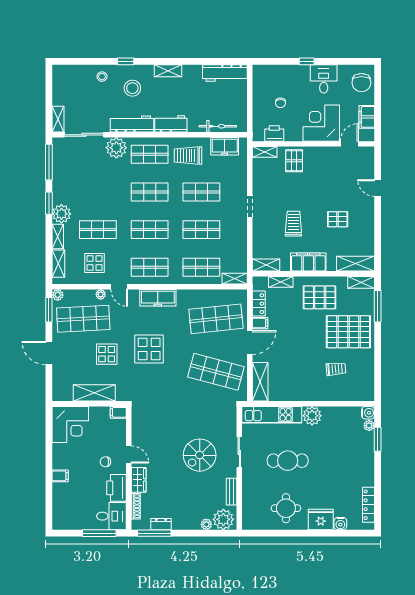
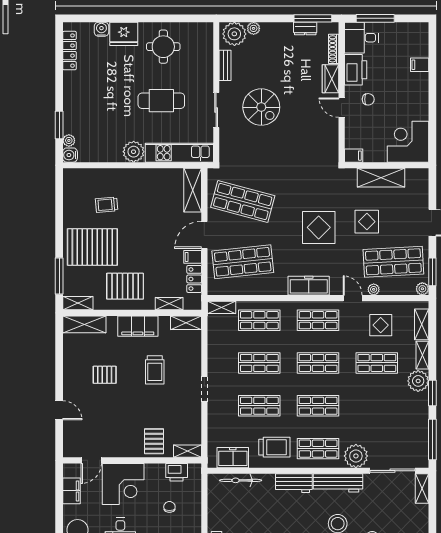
spiral stairs: (200, 455) -> (261, 107), turned 90
filing cabinet: (60, 476) -> (420, 65), moved

